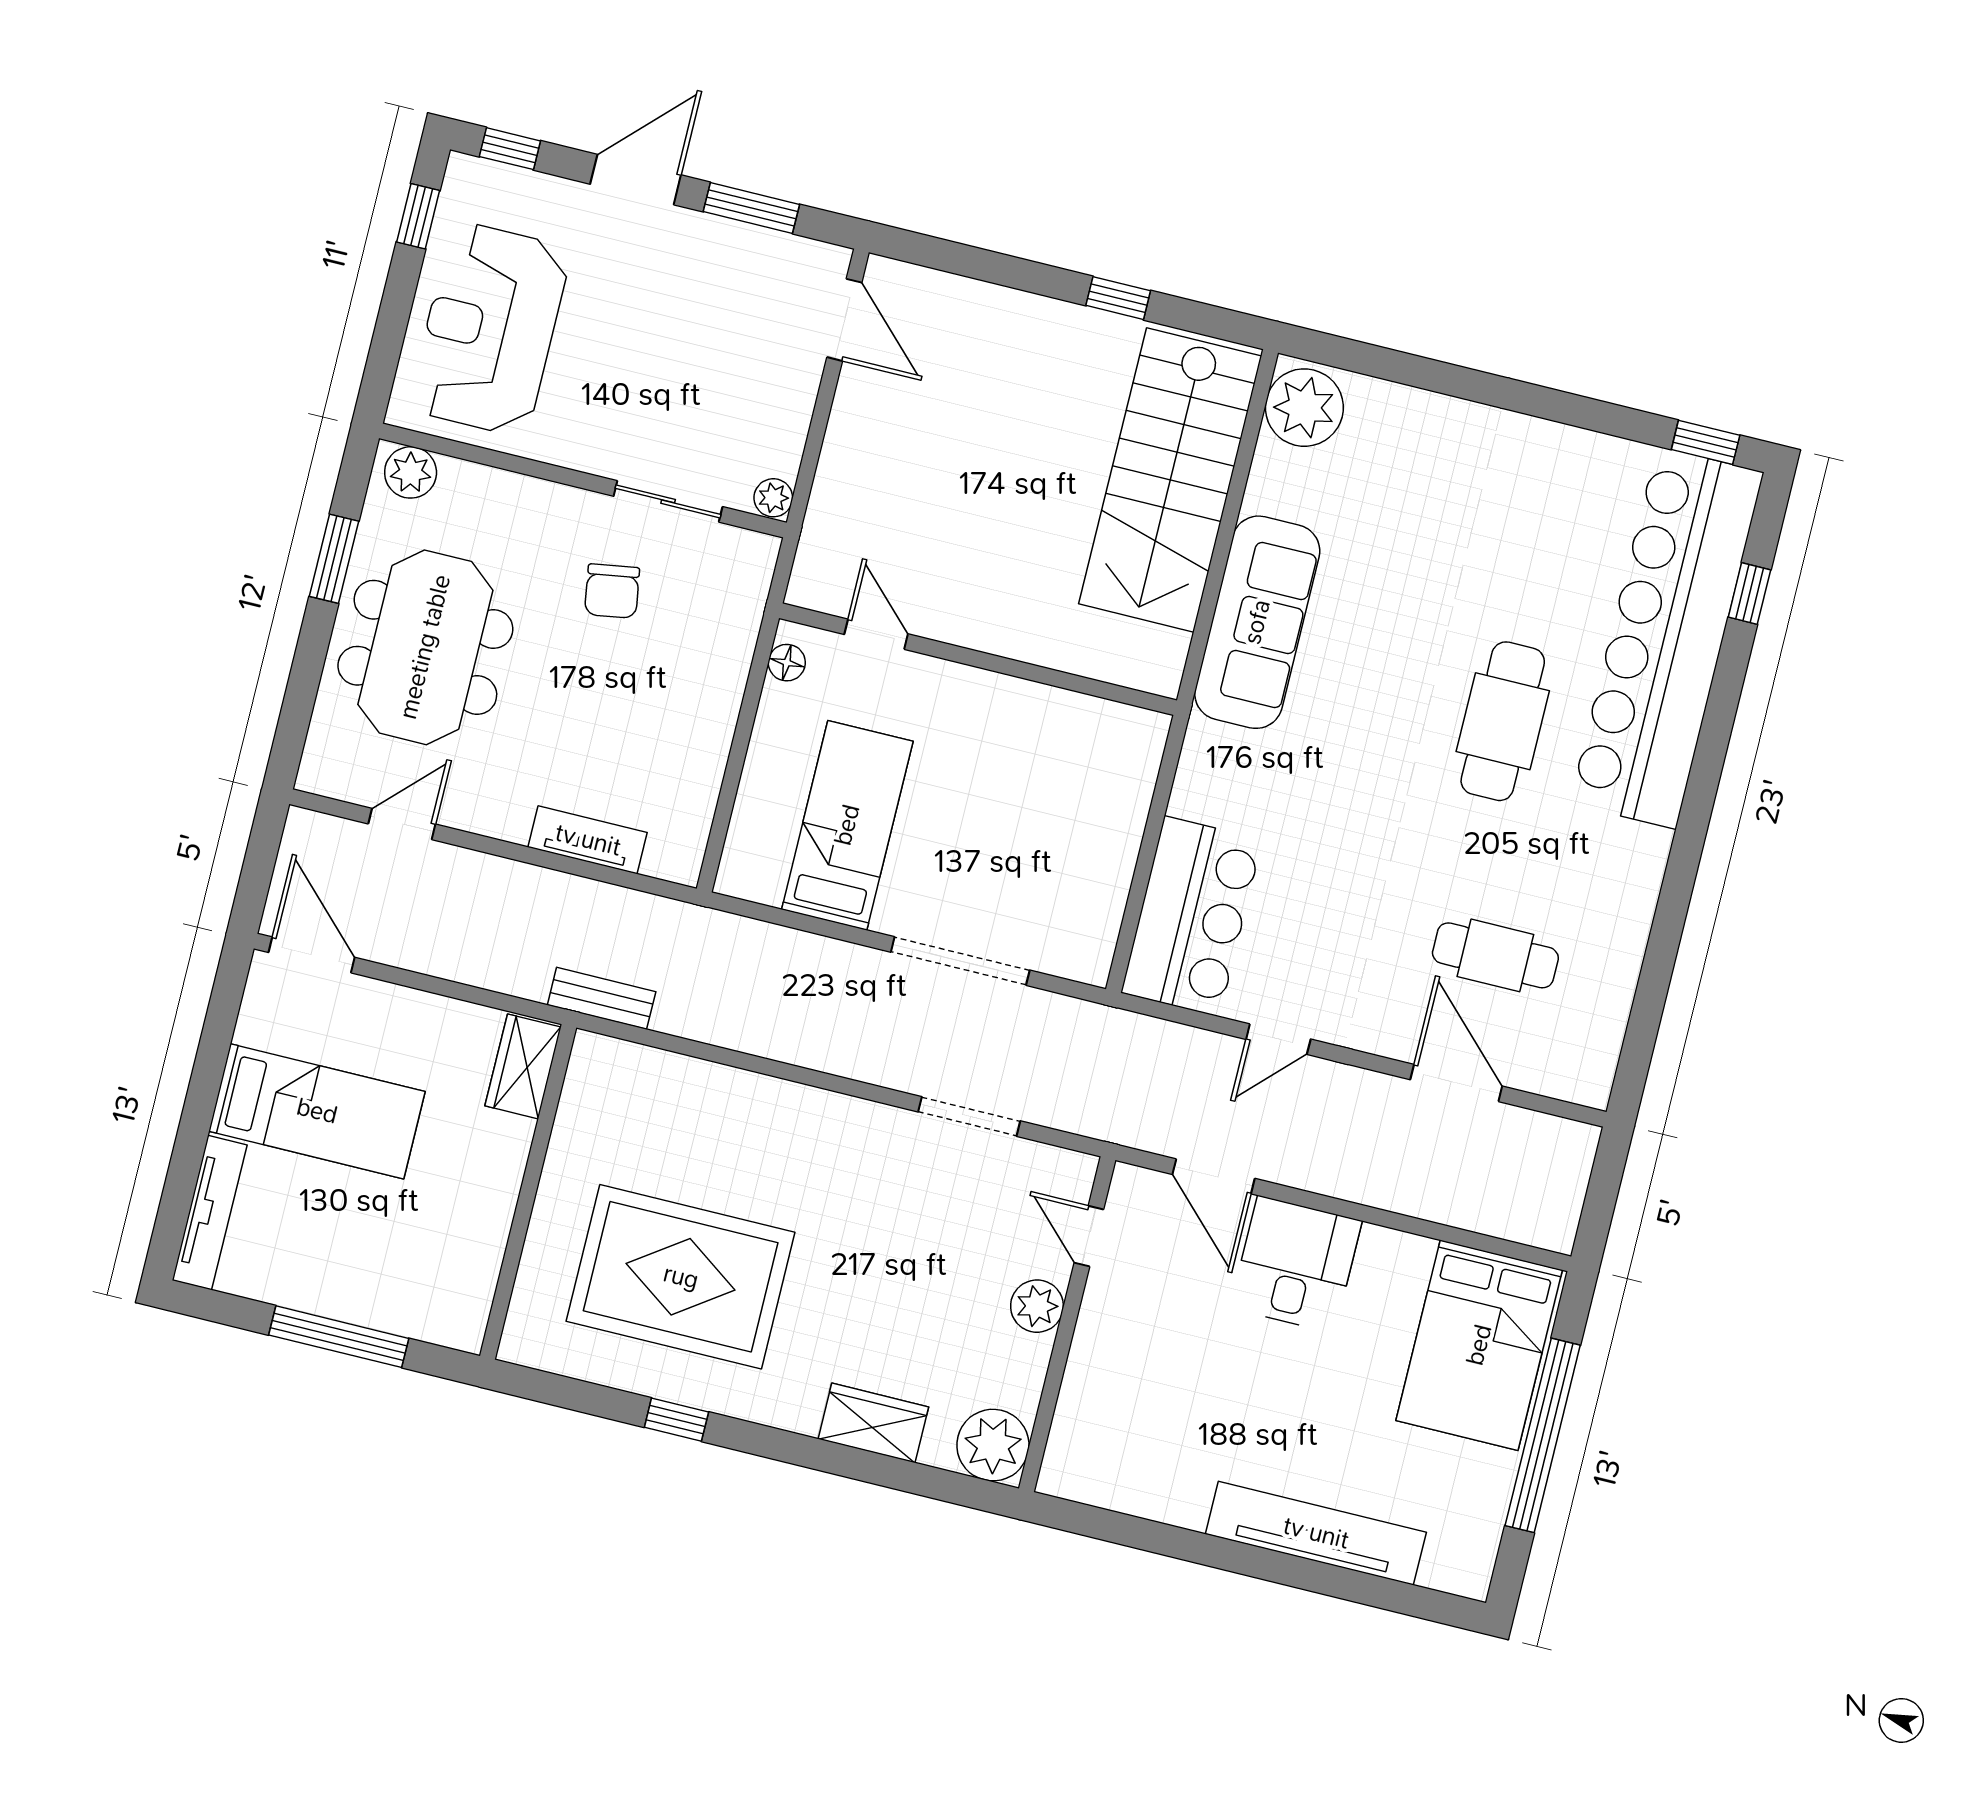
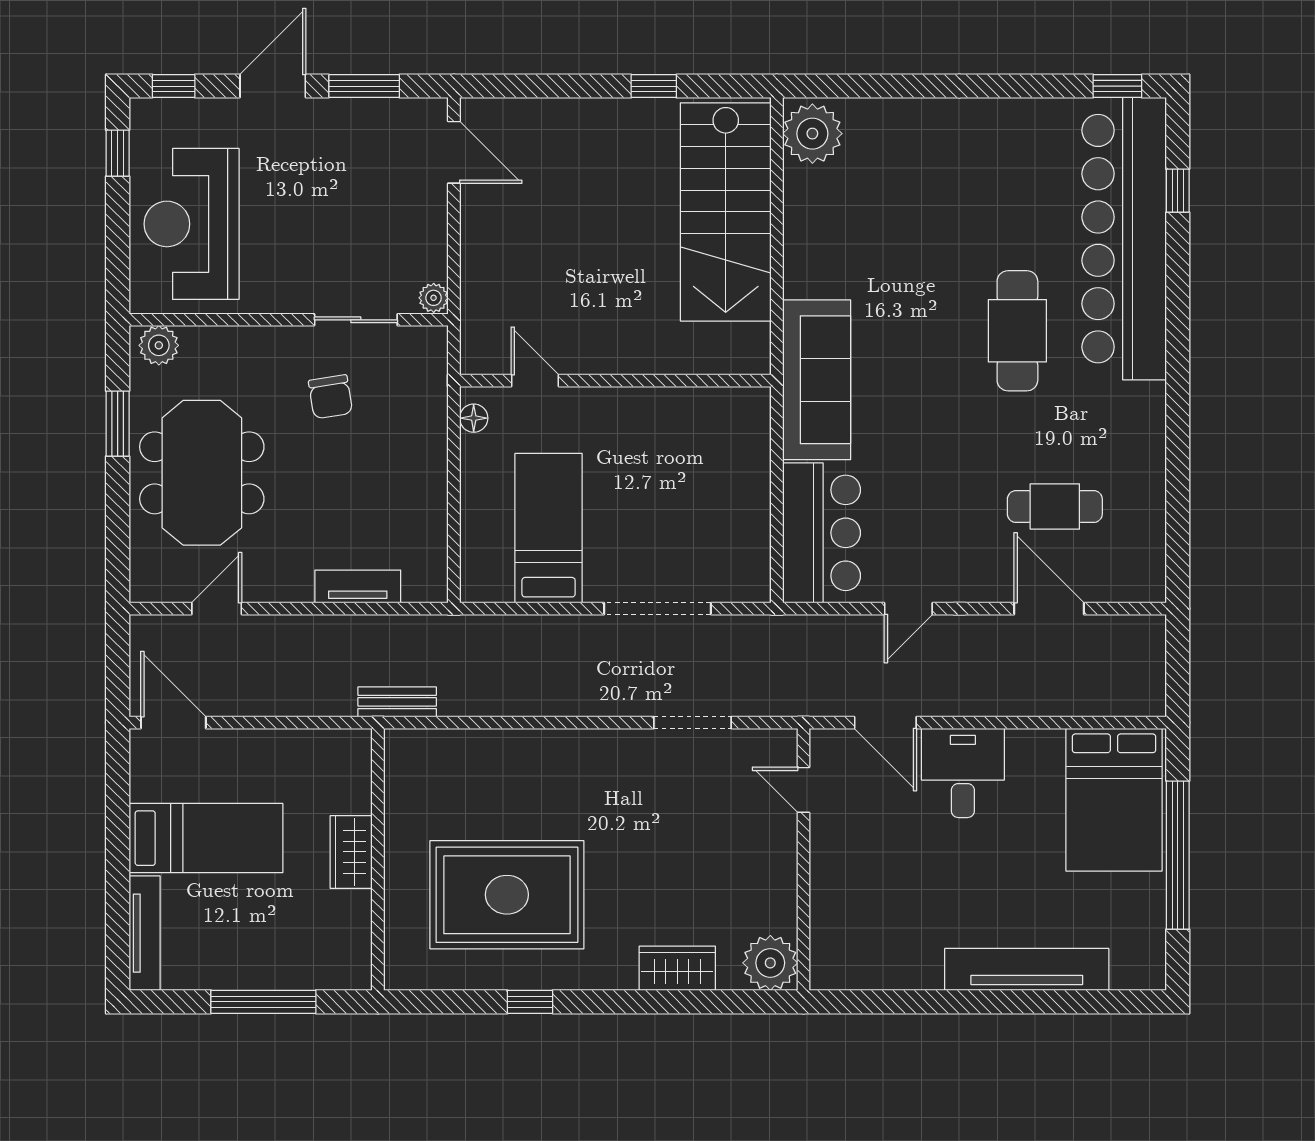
sofa: (1257, 622) -> (817, 380), moved
wardrobe: (523, 1066) -> (351, 852), moved
plant: (1037, 1306) -> (778, 851), removed

